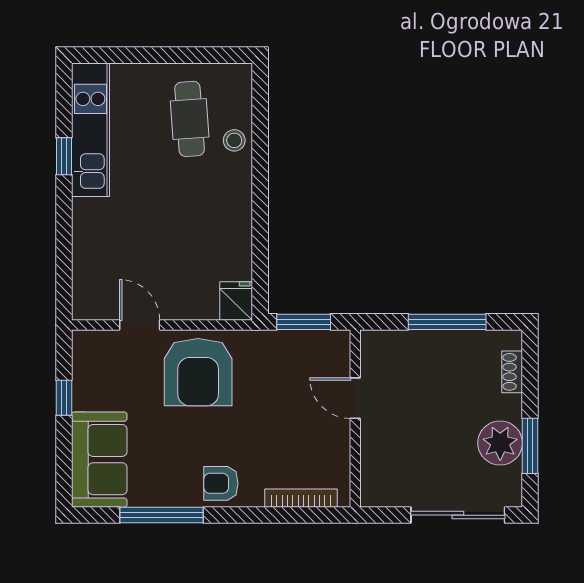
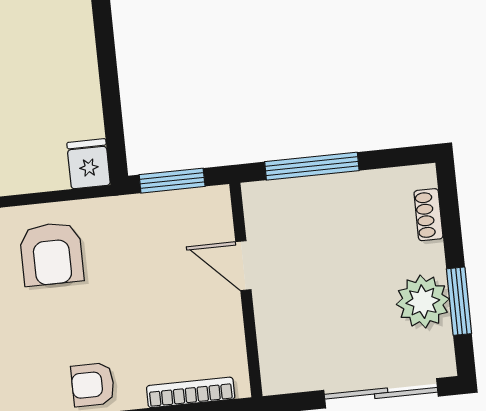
window: (447, 322) -> (312, 166), moved
armchair: (198, 372) -> (52, 254), width x0.73, depth x0.73

